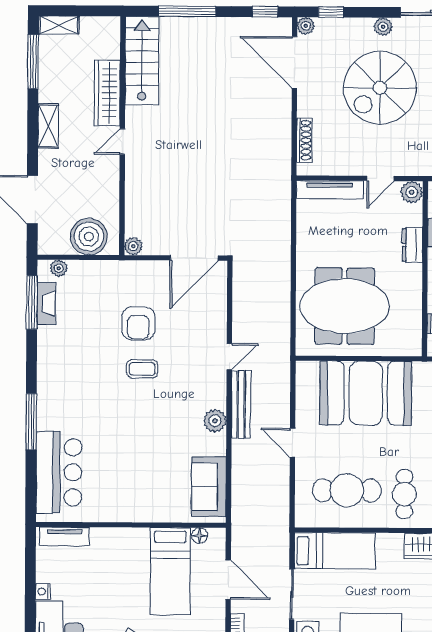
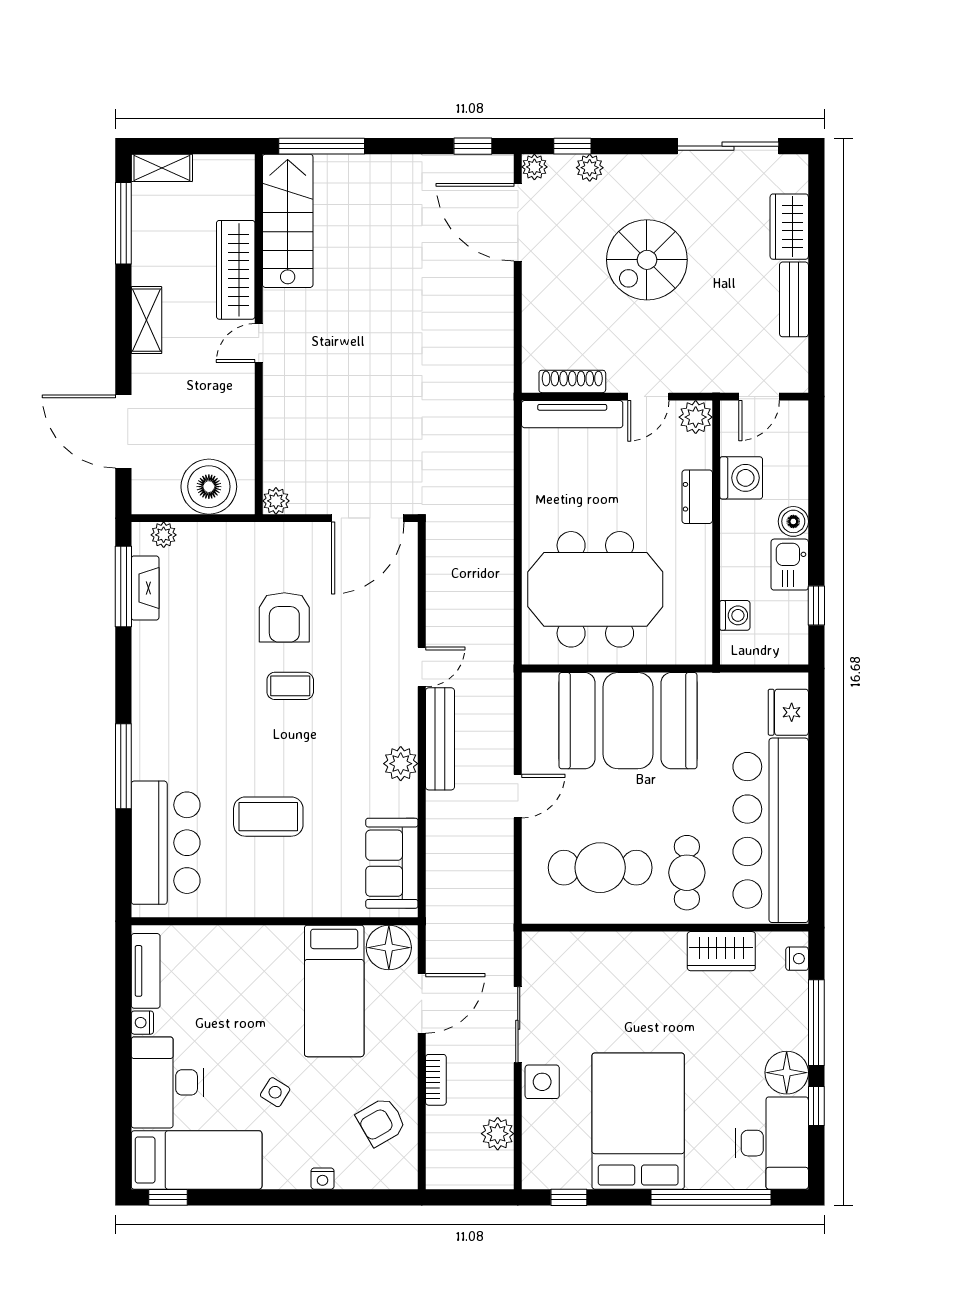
window: (187, 11) -> (322, 146), moved
plant: (383, 27) -> (590, 168), moved
spiral stairs: (380, 88) -> (647, 260), width x0.73, depth x0.73
shoe rack: (304, 140) -> (572, 381), moved, turned -90
door: (293, 443) -> (518, 796), swing flipped
coffee table: (127, 455) -> (268, 817), added
tv unit: (65, 536) -> (146, 971), moved, turned -90
floor lamp: (200, 536) -> (389, 948), width x1.89, depth x1.89
bed: (335, 551) -> (583, 959), removed
door: (228, 580) -> (422, 1003), hinge flipped

